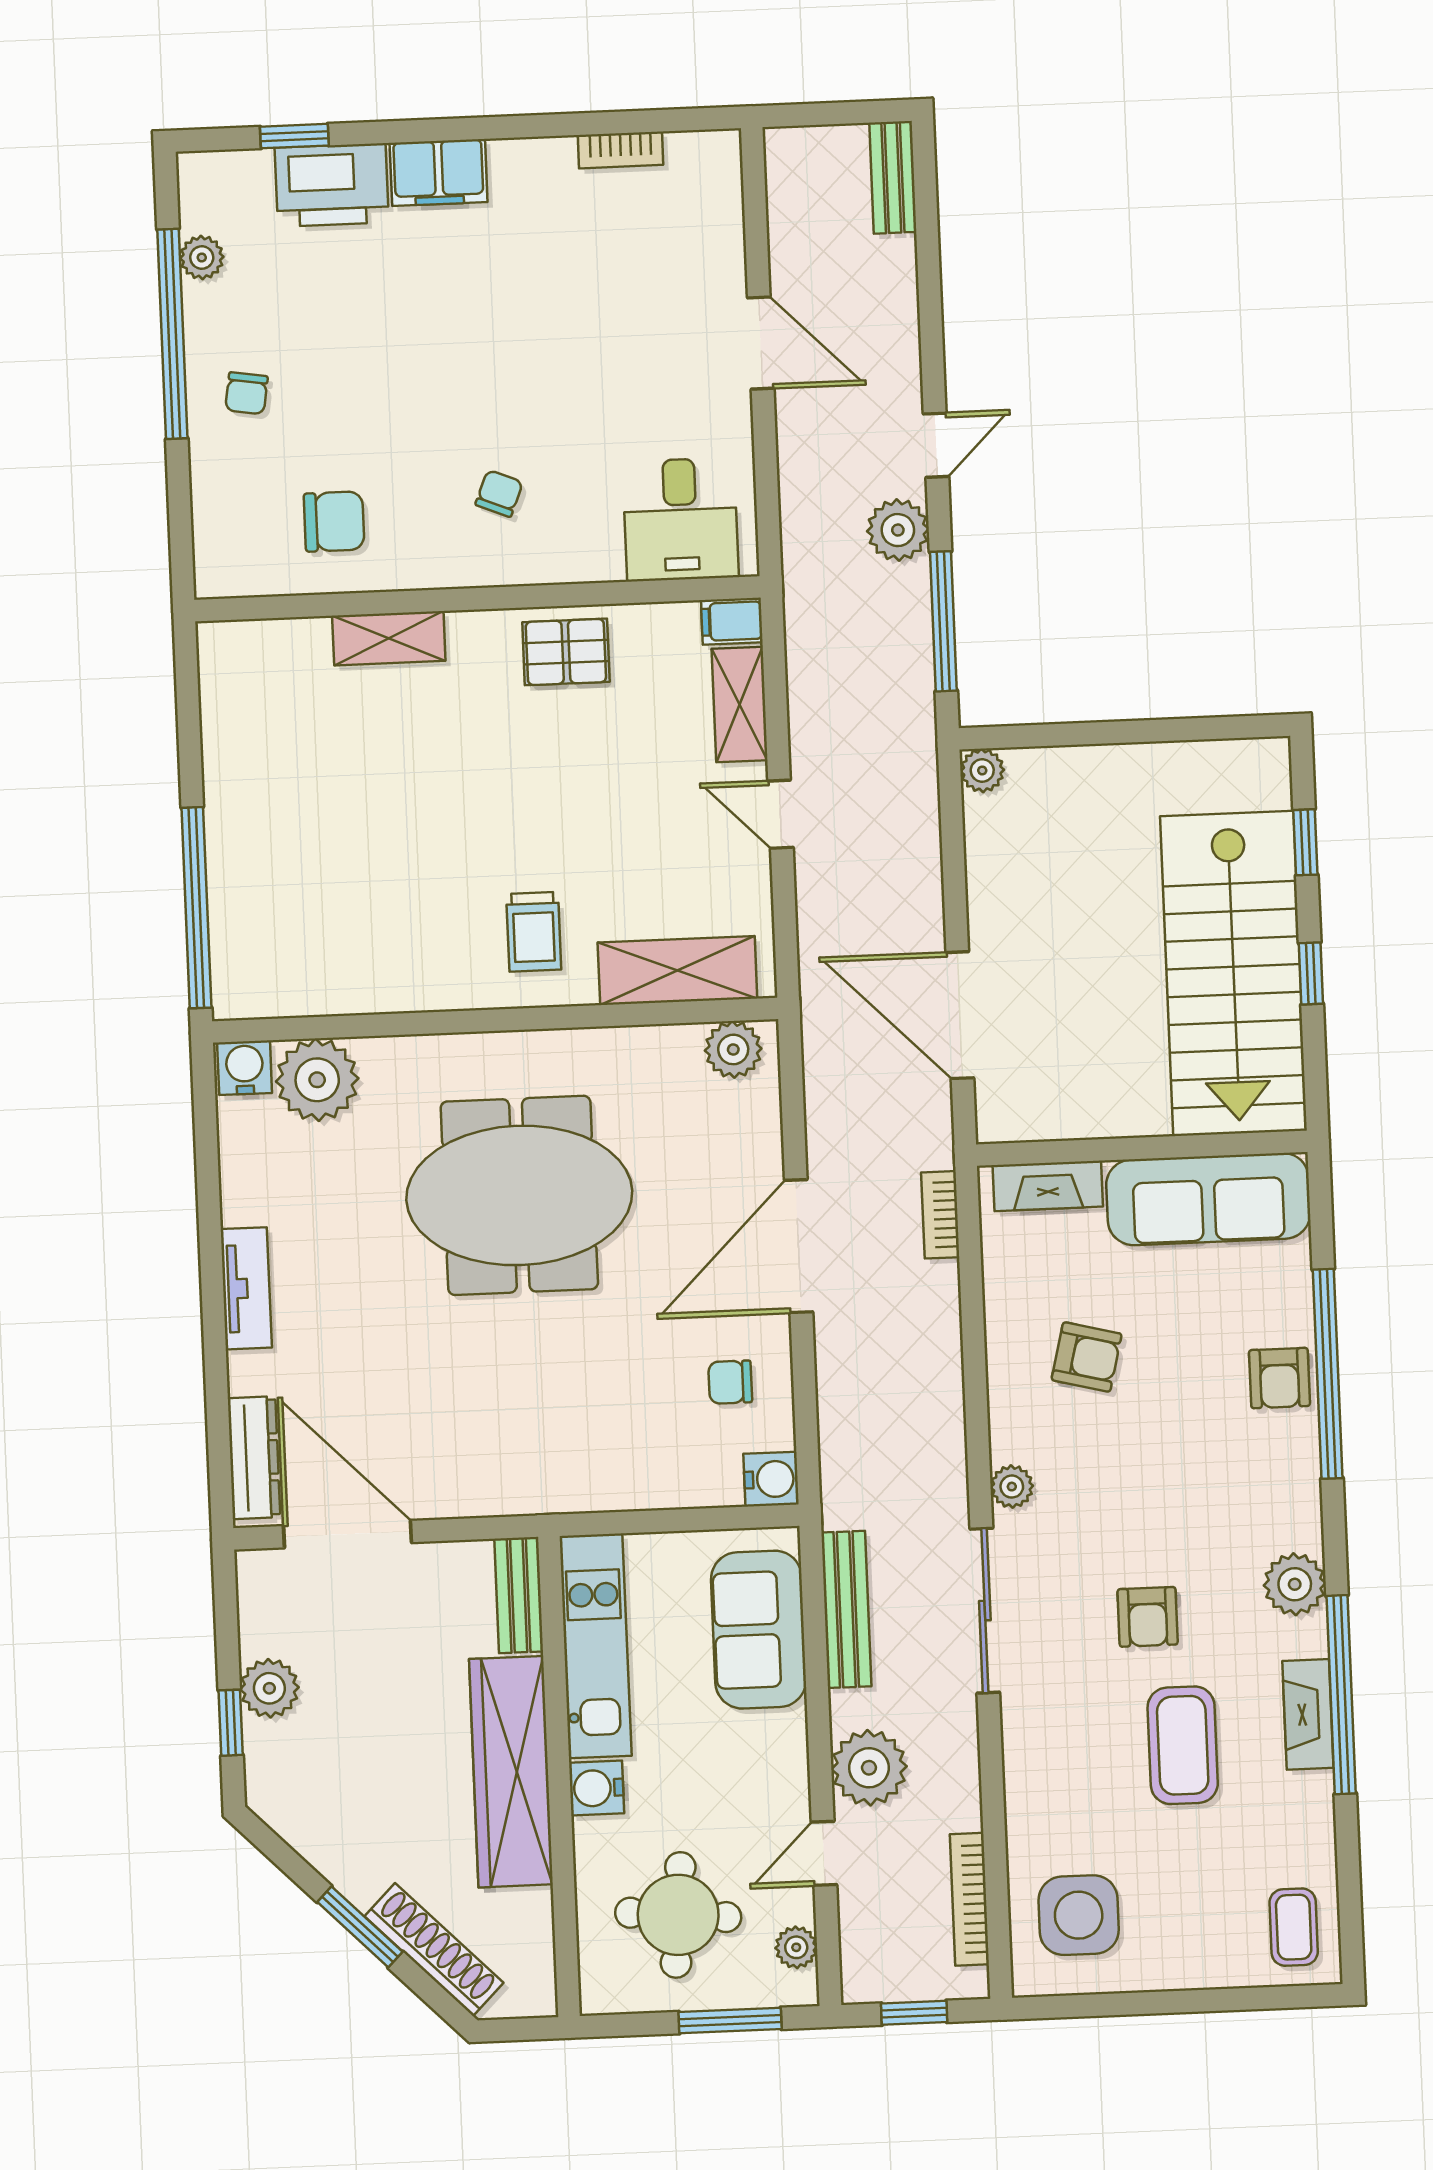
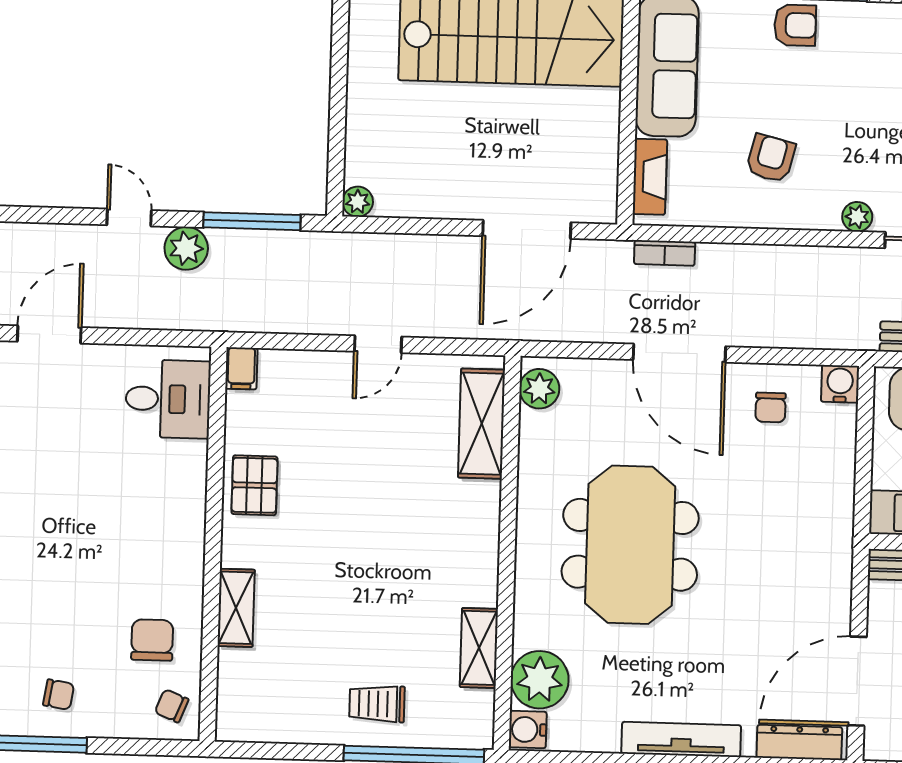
chair: (499, 493) -> (172, 706), moved
shelving: (740, 705) -> (479, 648), moved, turned 90
trolley: (534, 932) -> (377, 704), moved, turned 180
tv unit: (246, 1288) -> (681, 739), width x1.41

